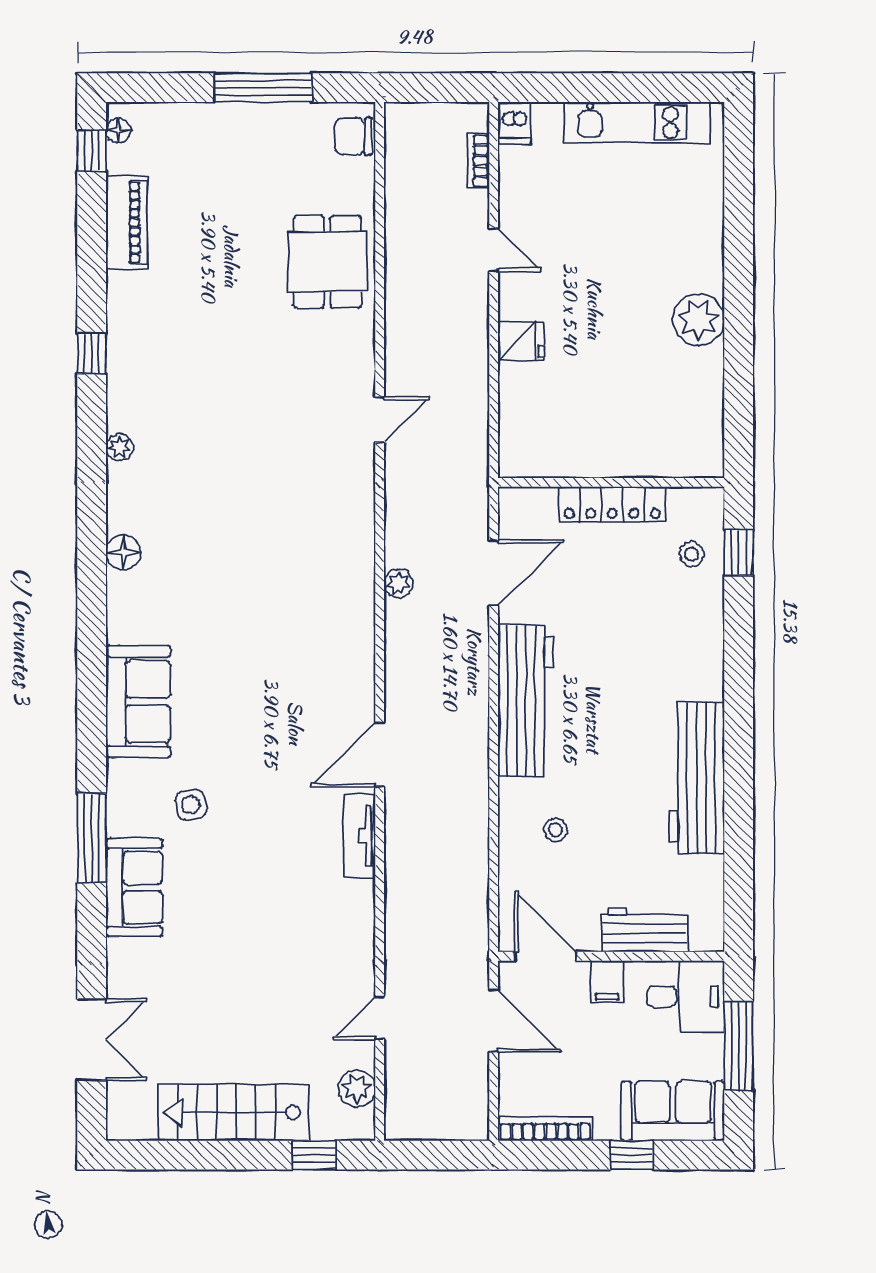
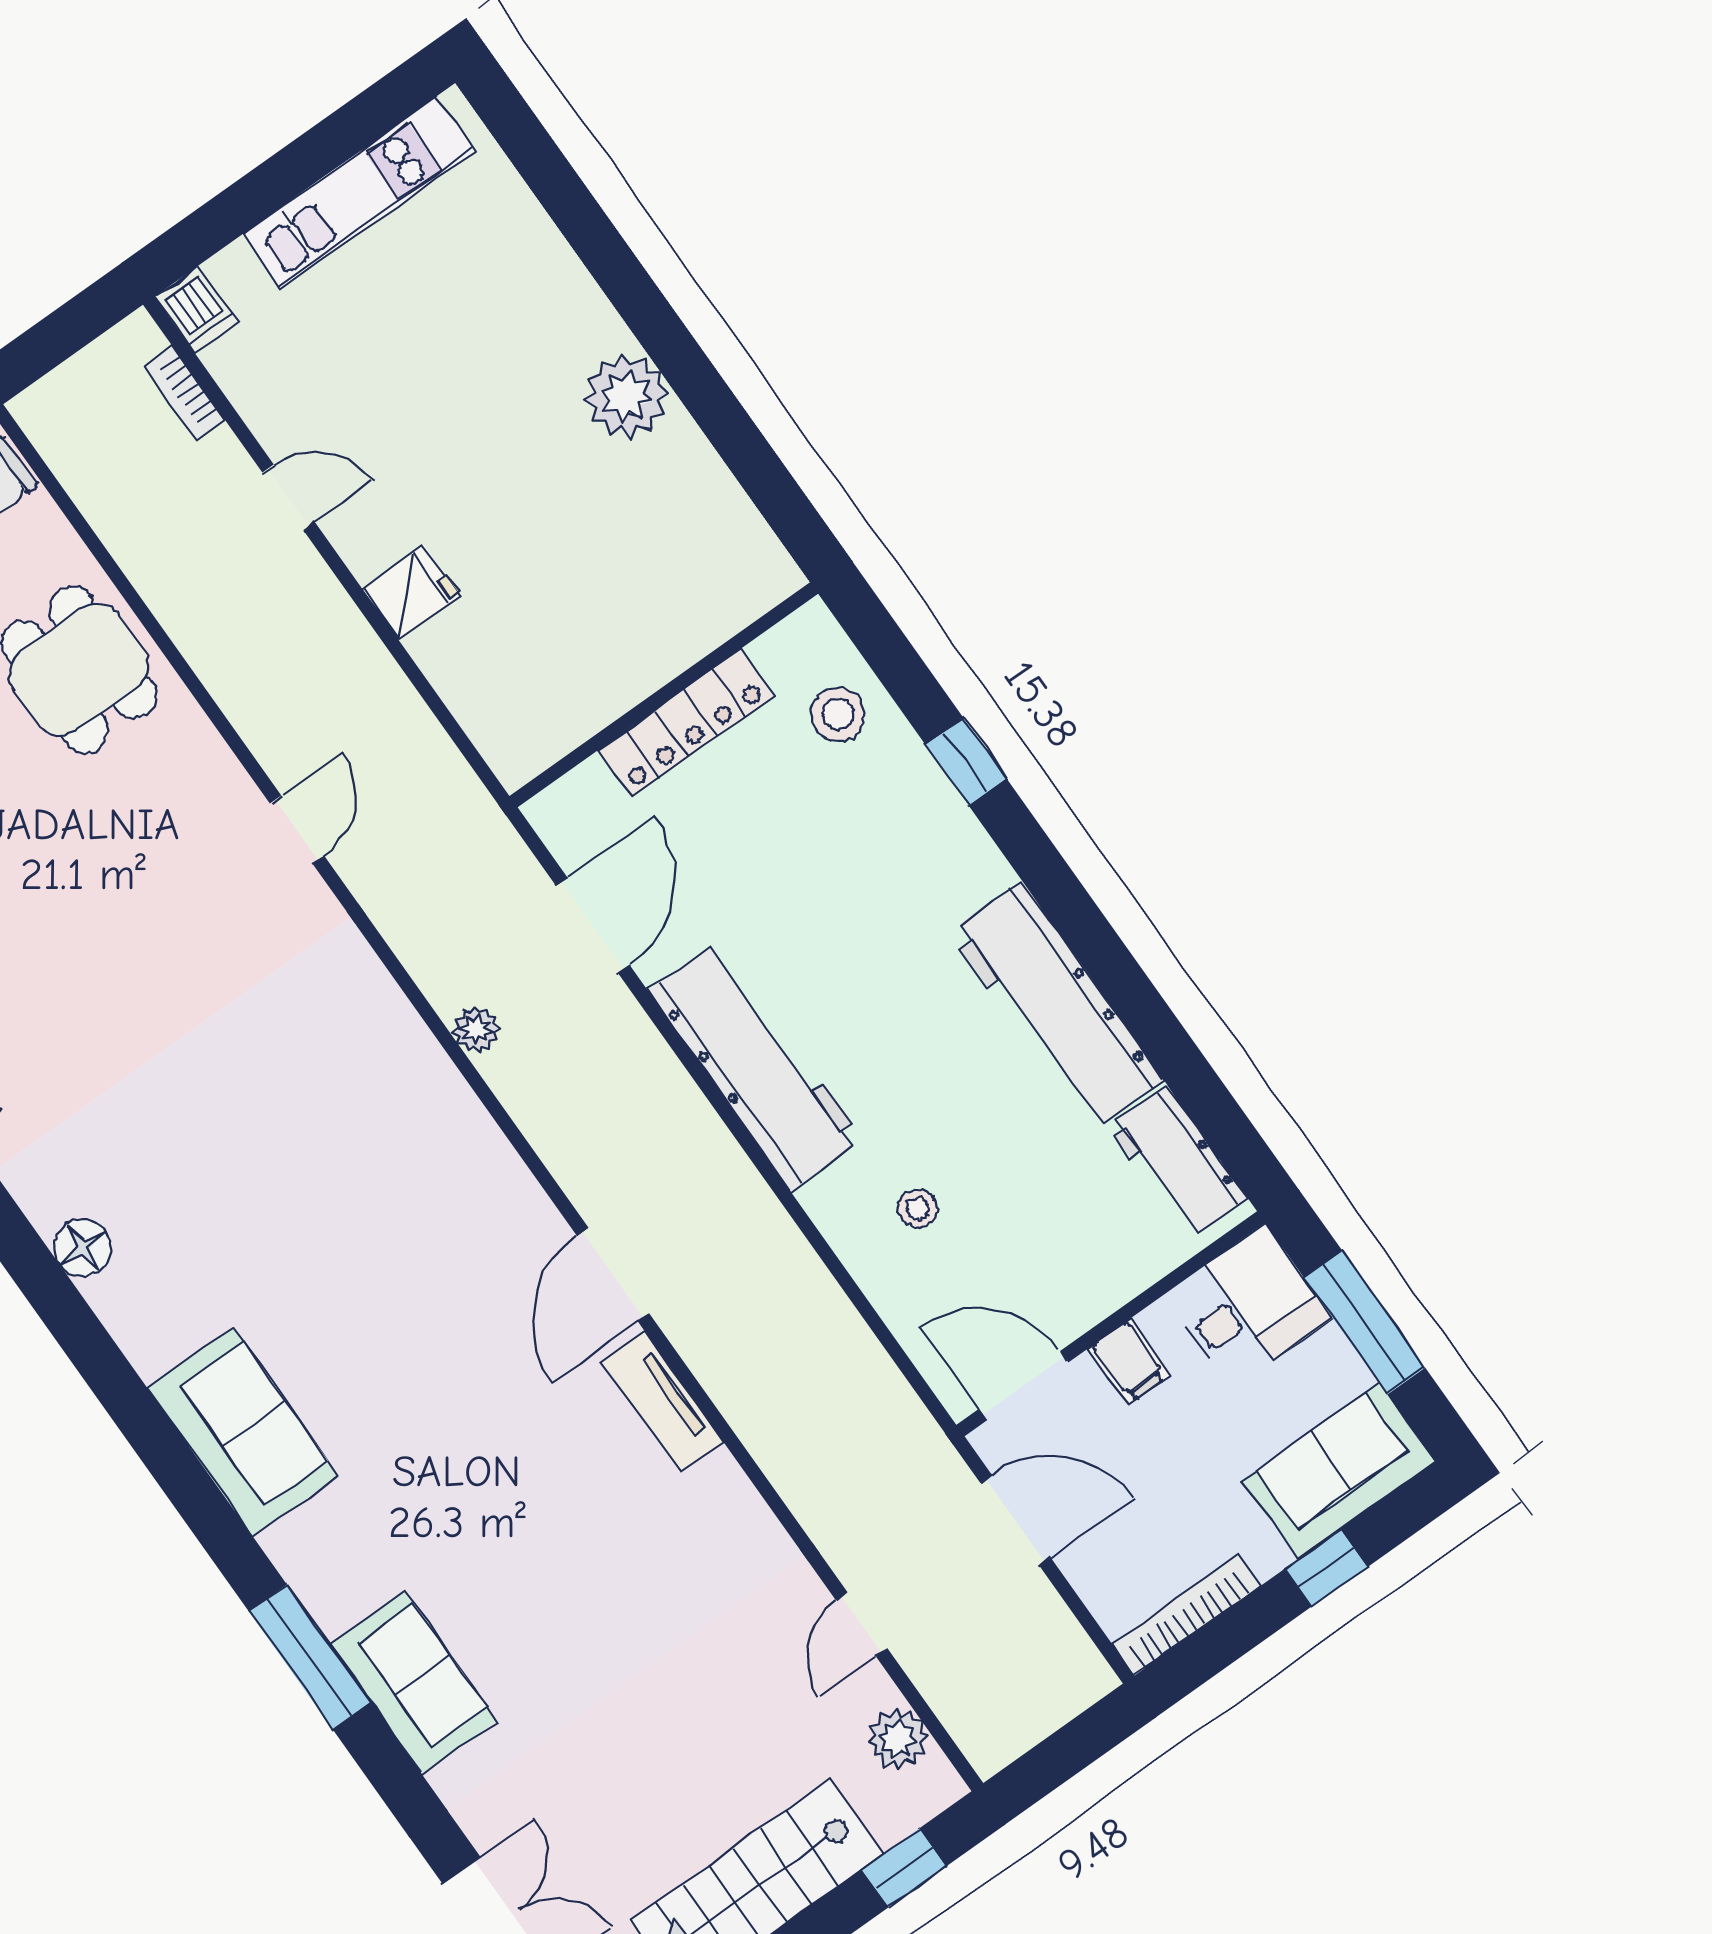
window: (739, 553) -> (966, 762), moved
stool: (691, 554) -> (838, 714), width x1.37, depth x1.37
side table: (191, 805) -> (410, 1520), removed
workbench: (645, 930) -> (1178, 1163), moved, turned -90

